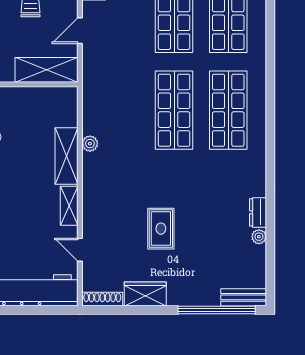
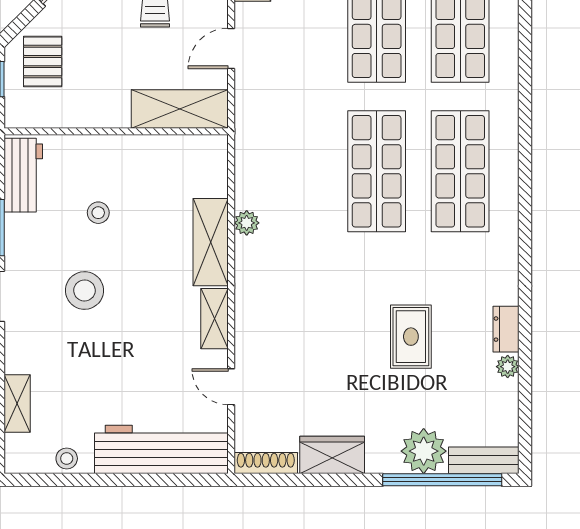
rug: (161, 229) -> (411, 337), moved
plant: (204, 291) -> (424, 451), added

